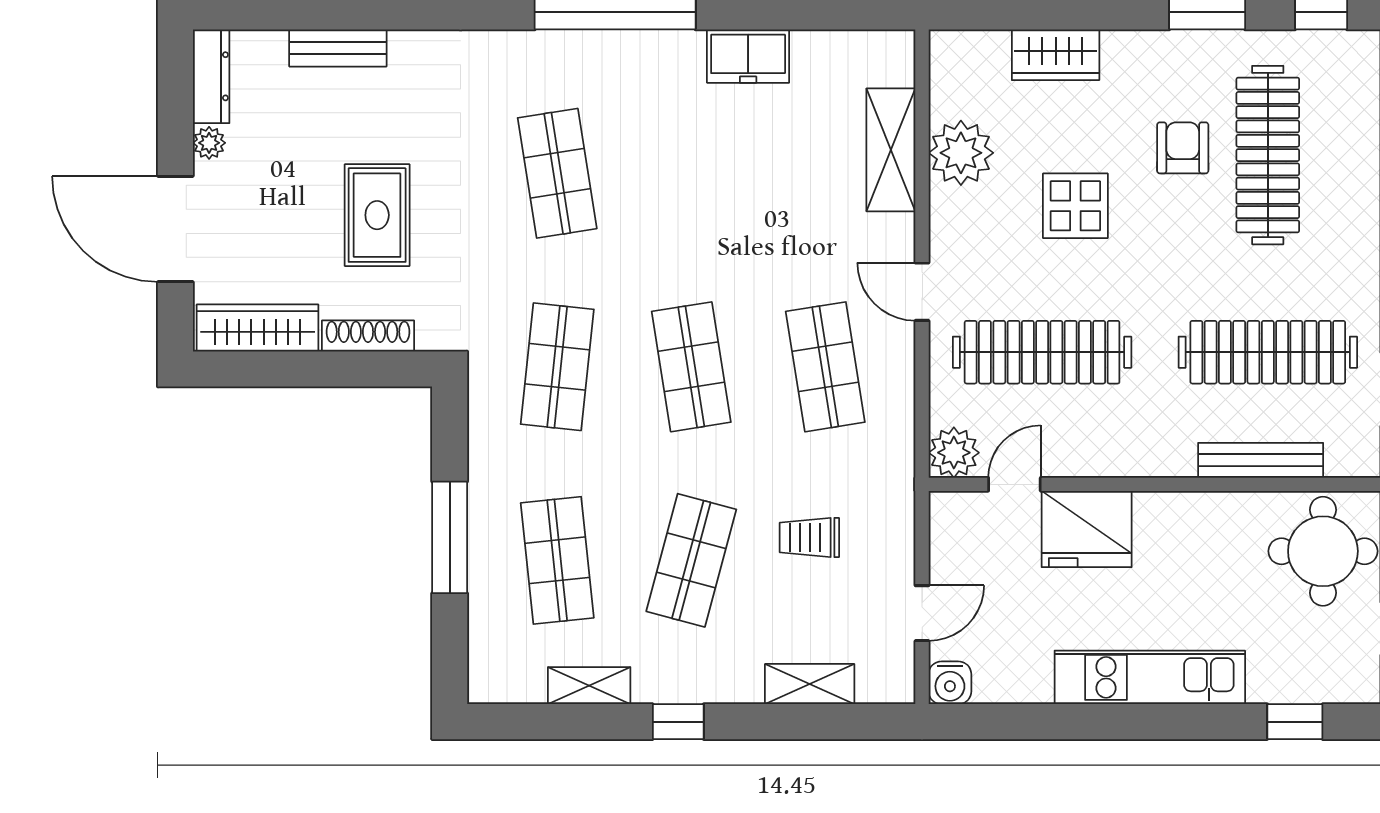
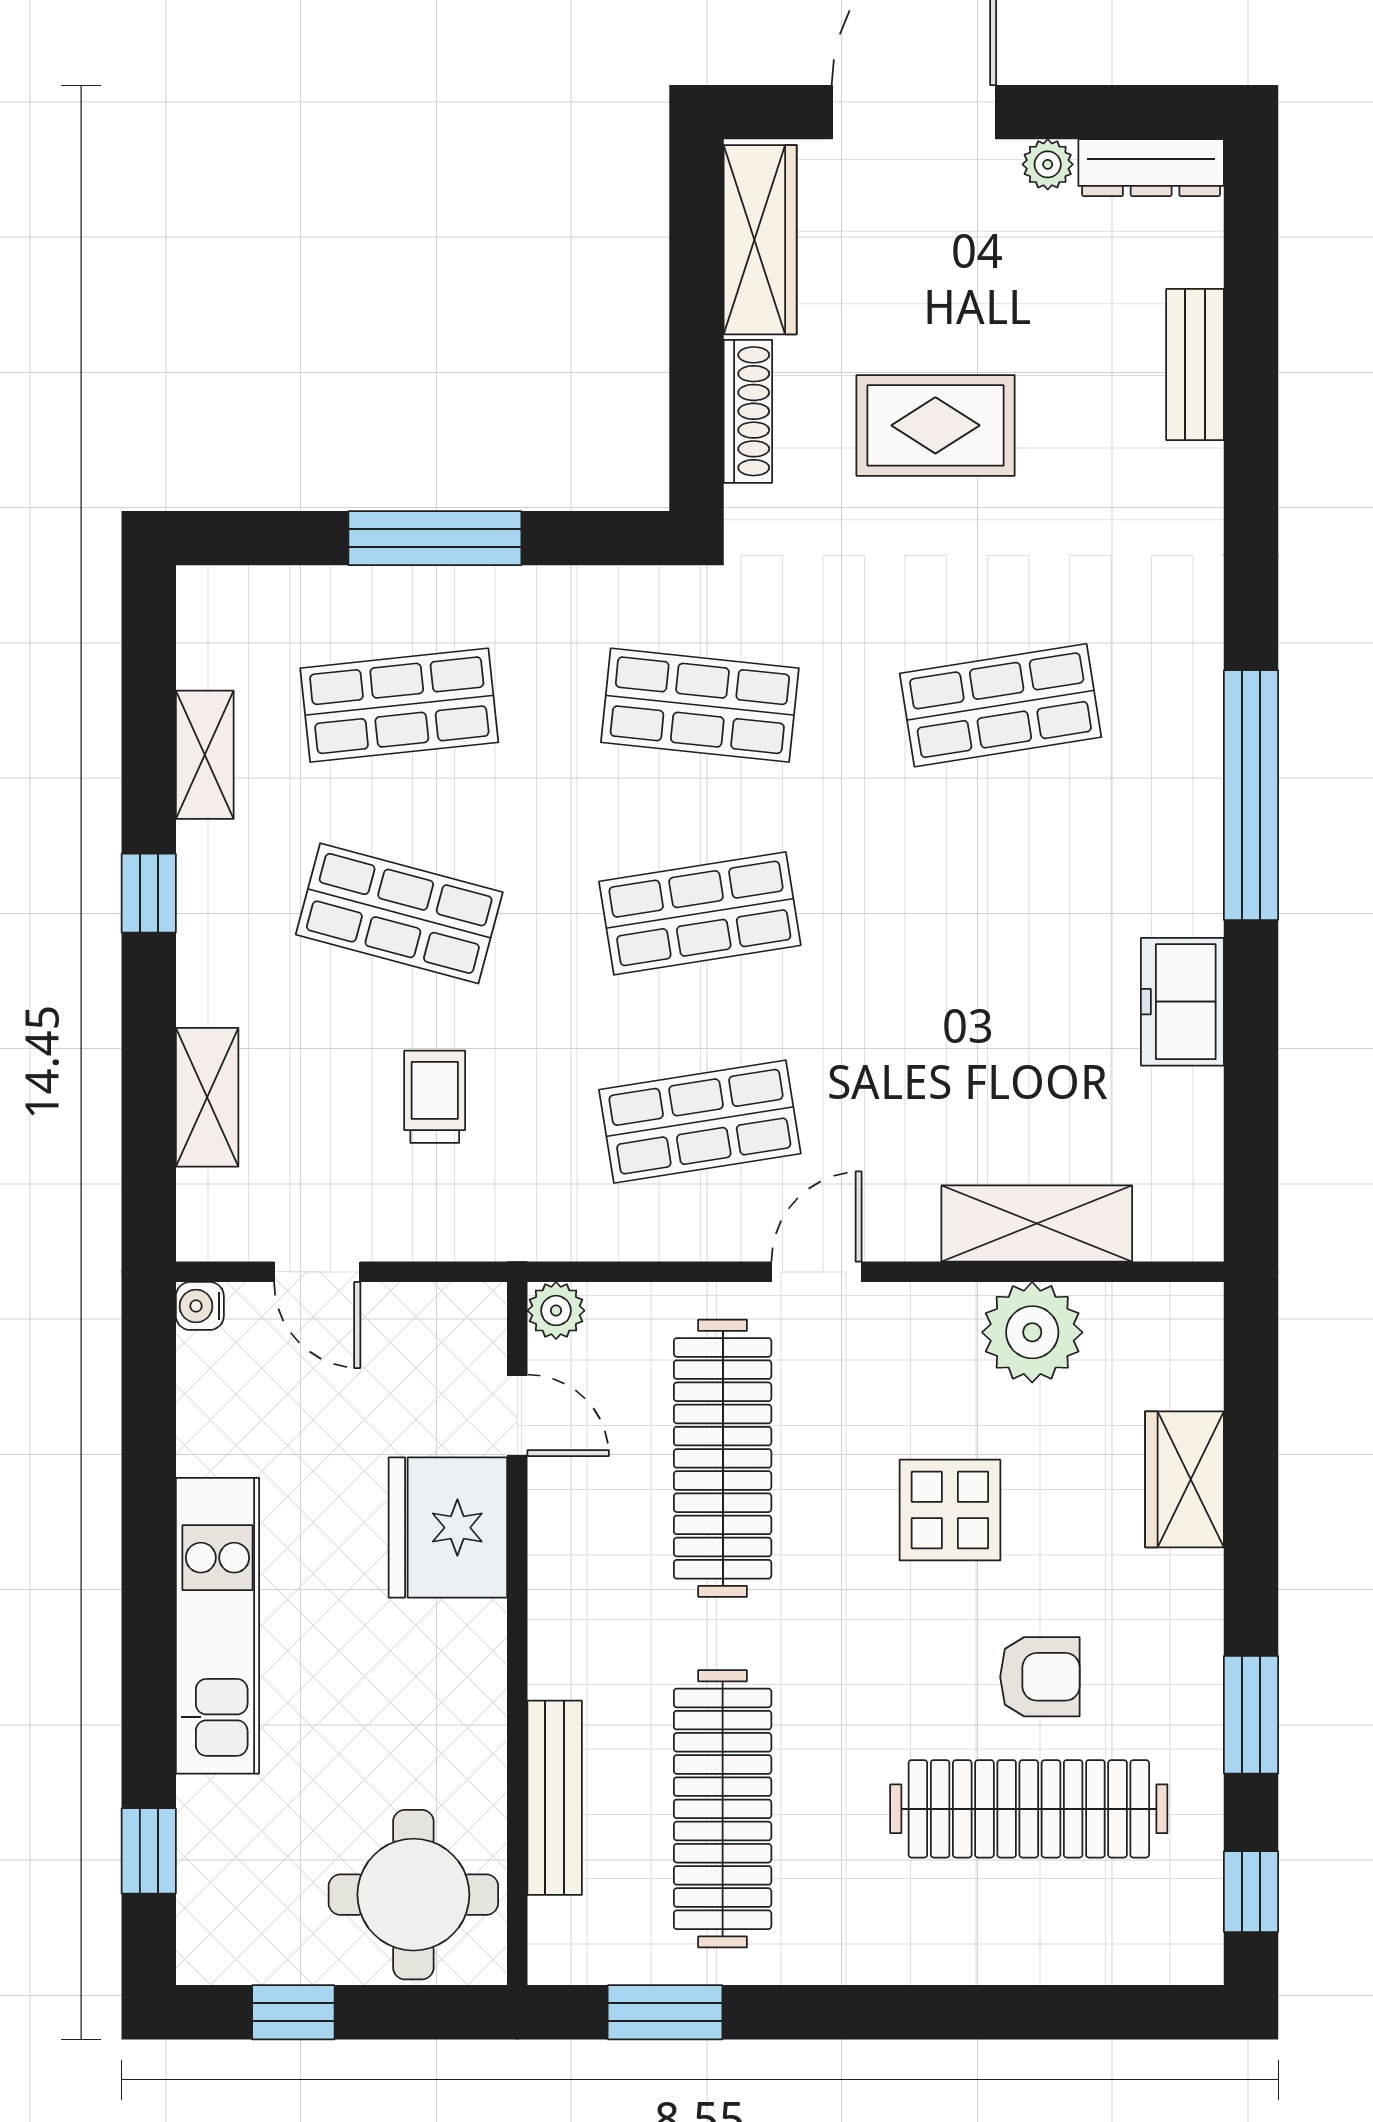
plant: (954, 453) -> (556, 1311), width x0.73, depth x0.73
water cooler: (950, 683) -> (200, 1306), width x0.72, depth x0.72

